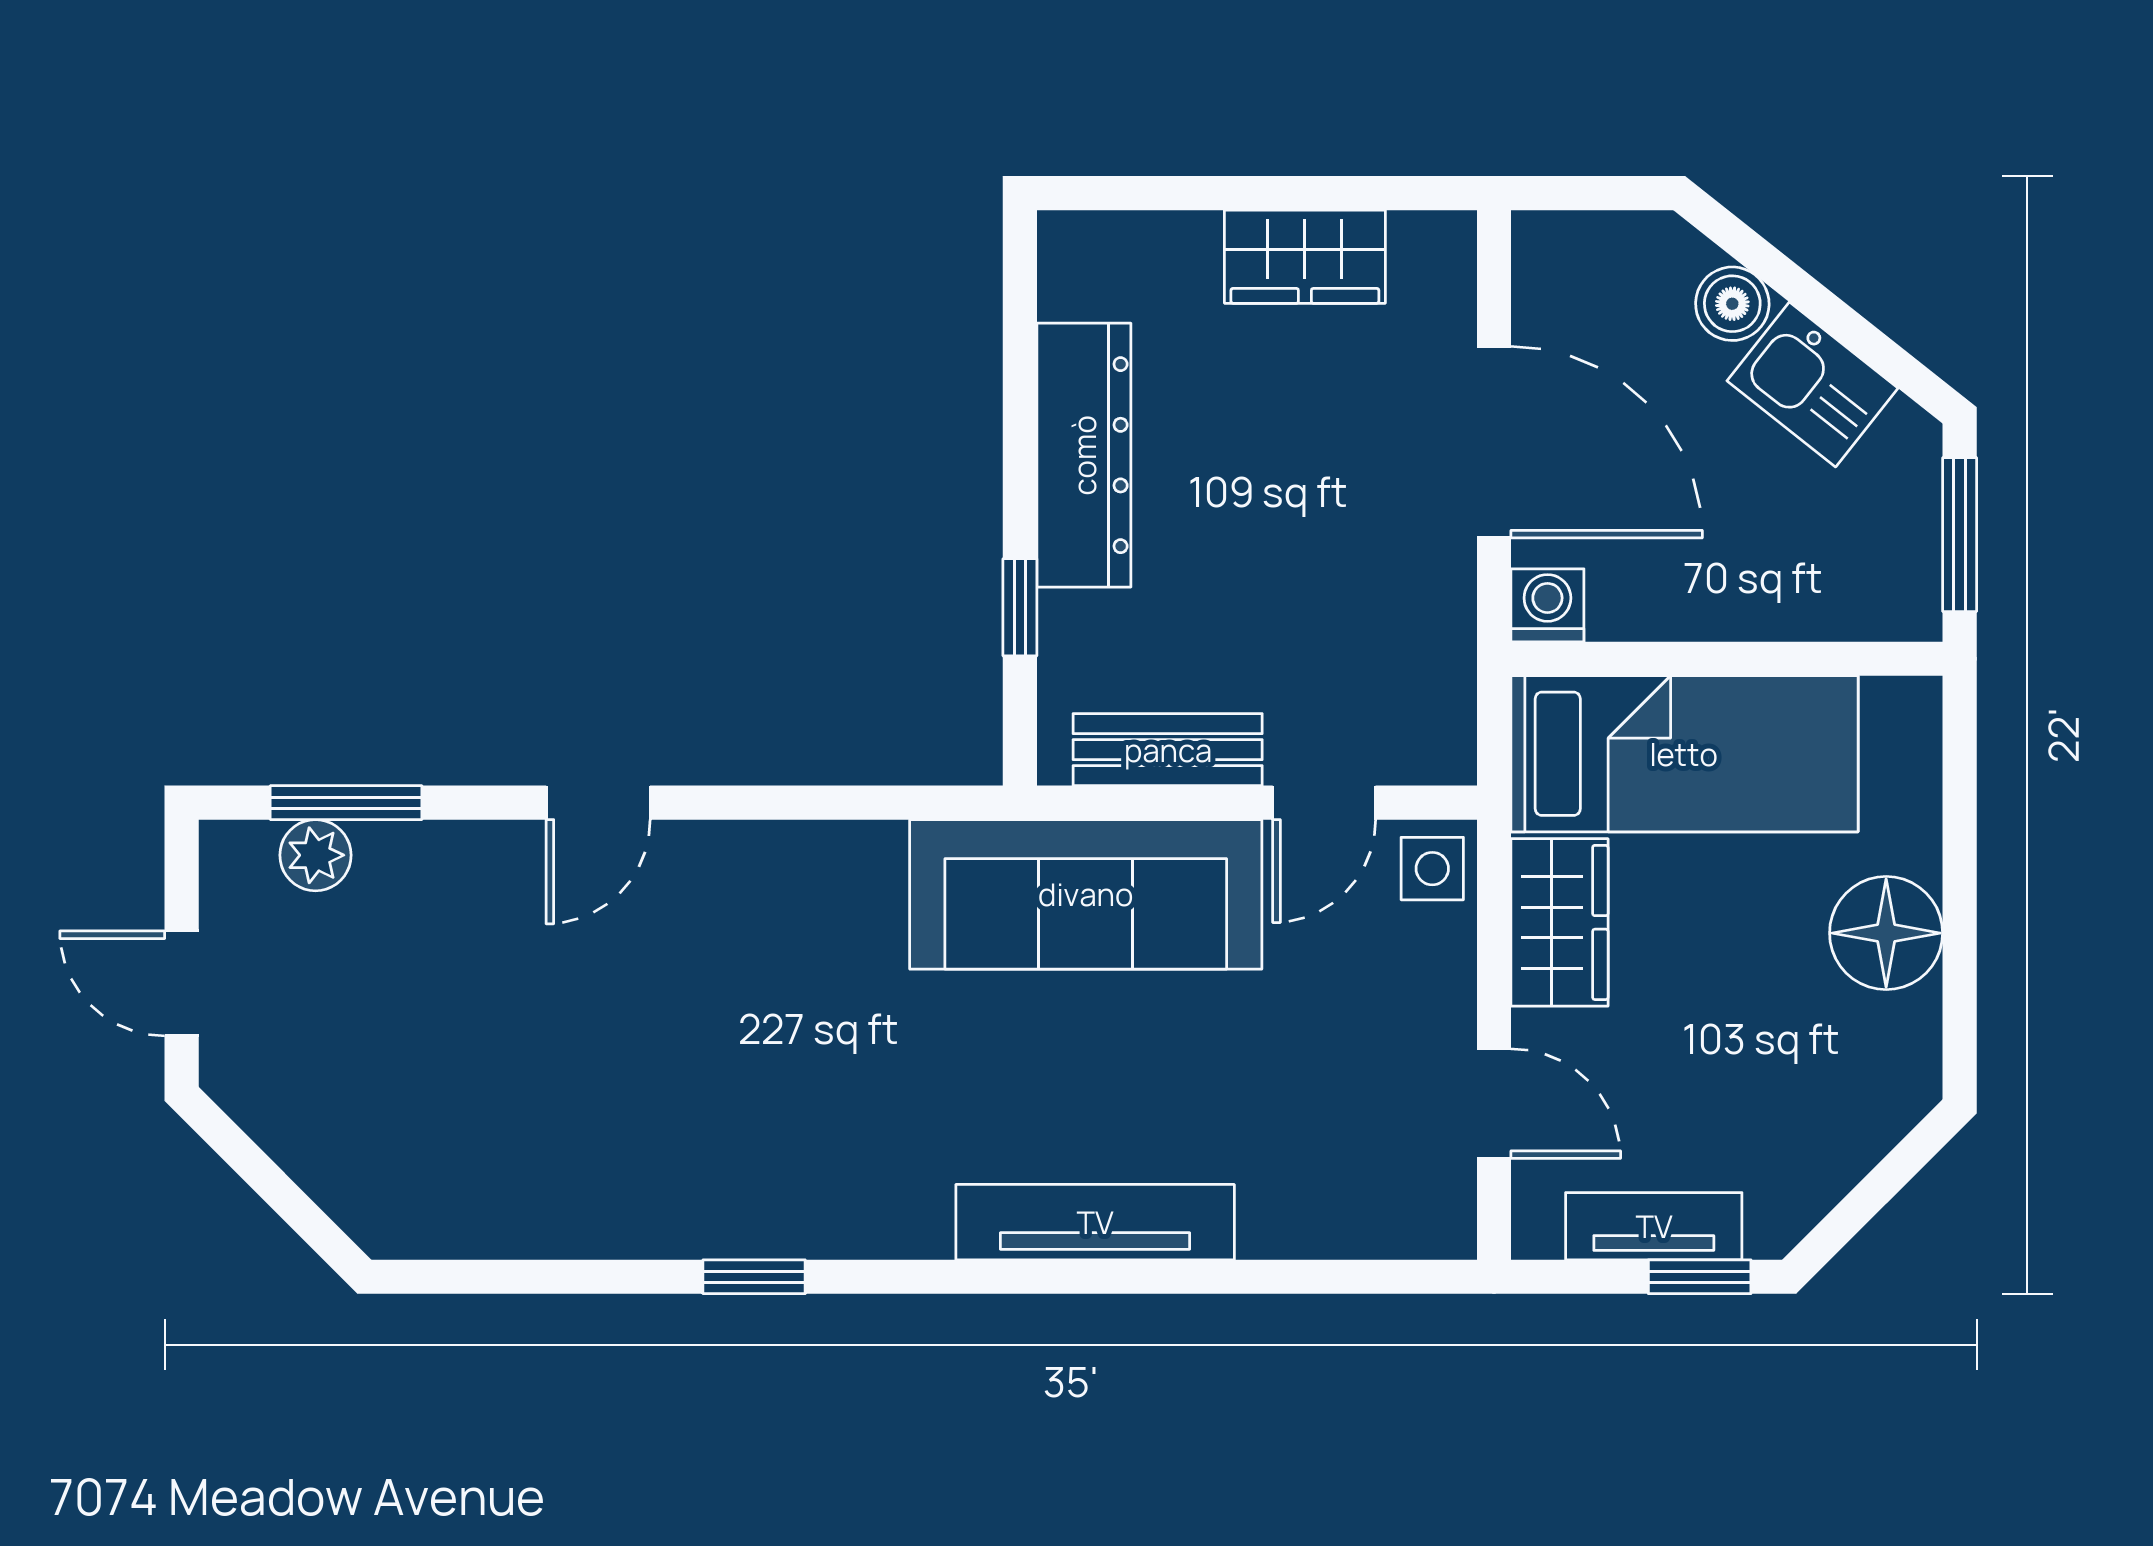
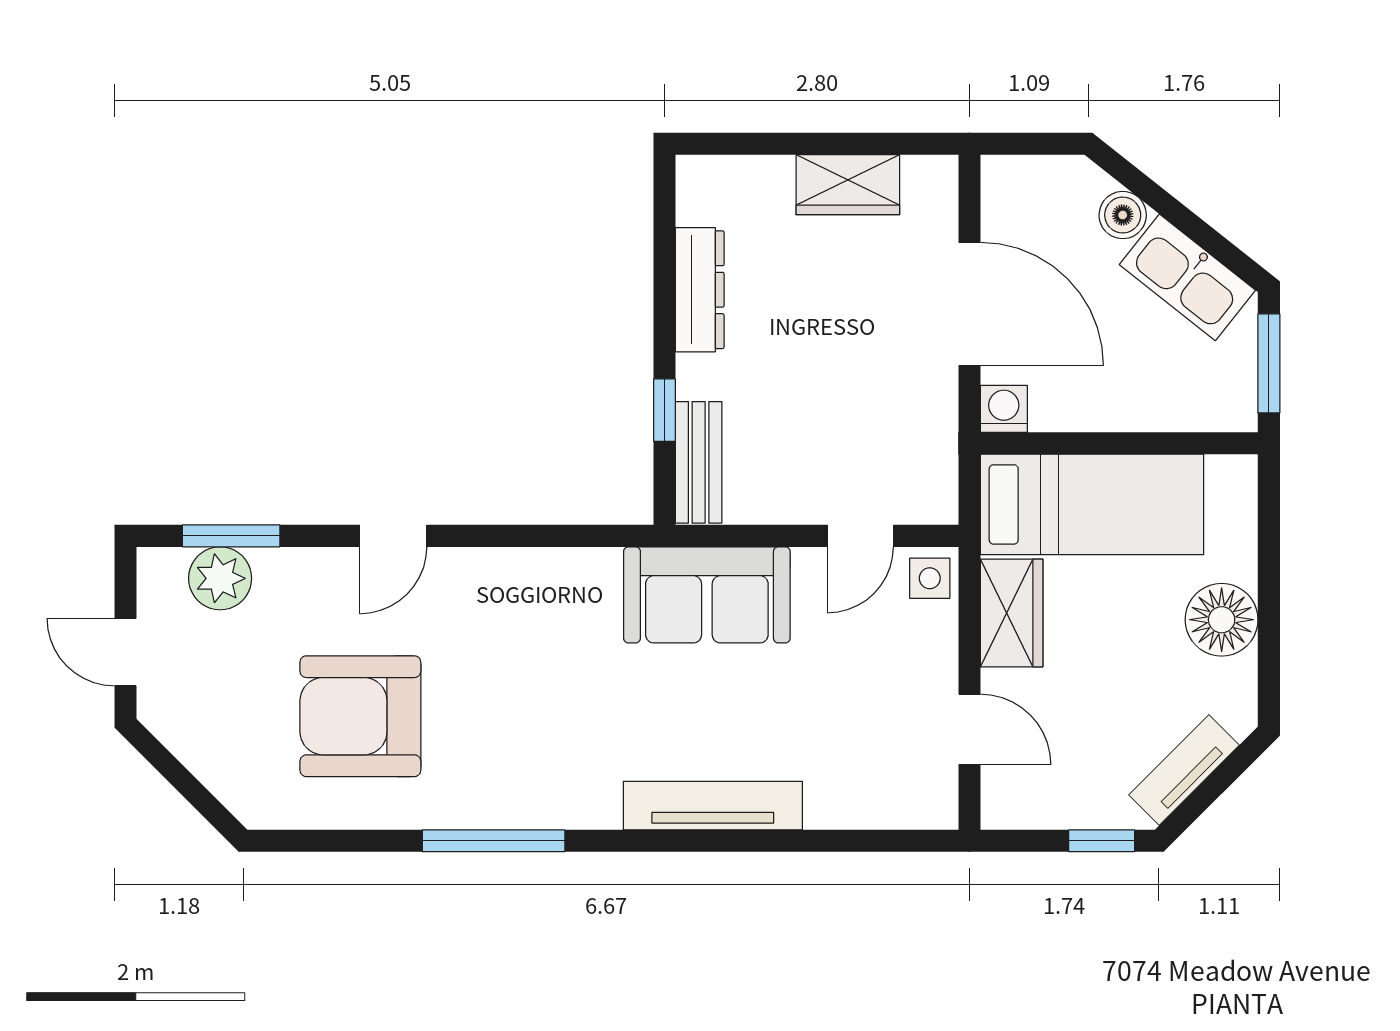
kitchen sink: (1812, 384) -> (1187, 277), width x1.38
dresser: (1084, 455) -> (700, 290), width x0.73, depth x0.80
bench: (1168, 750) -> (699, 462), moved, turned 90
plant: (315, 855) -> (220, 578), width x1.38, depth x1.38
sofa: (1086, 894) -> (707, 595), width x0.73
armchair: (547, 1083) -> (360, 716), added
tv unit: (1654, 1226) -> (1184, 770), moved, turned -45
window: (754, 1277) -> (494, 841), width x2.17

